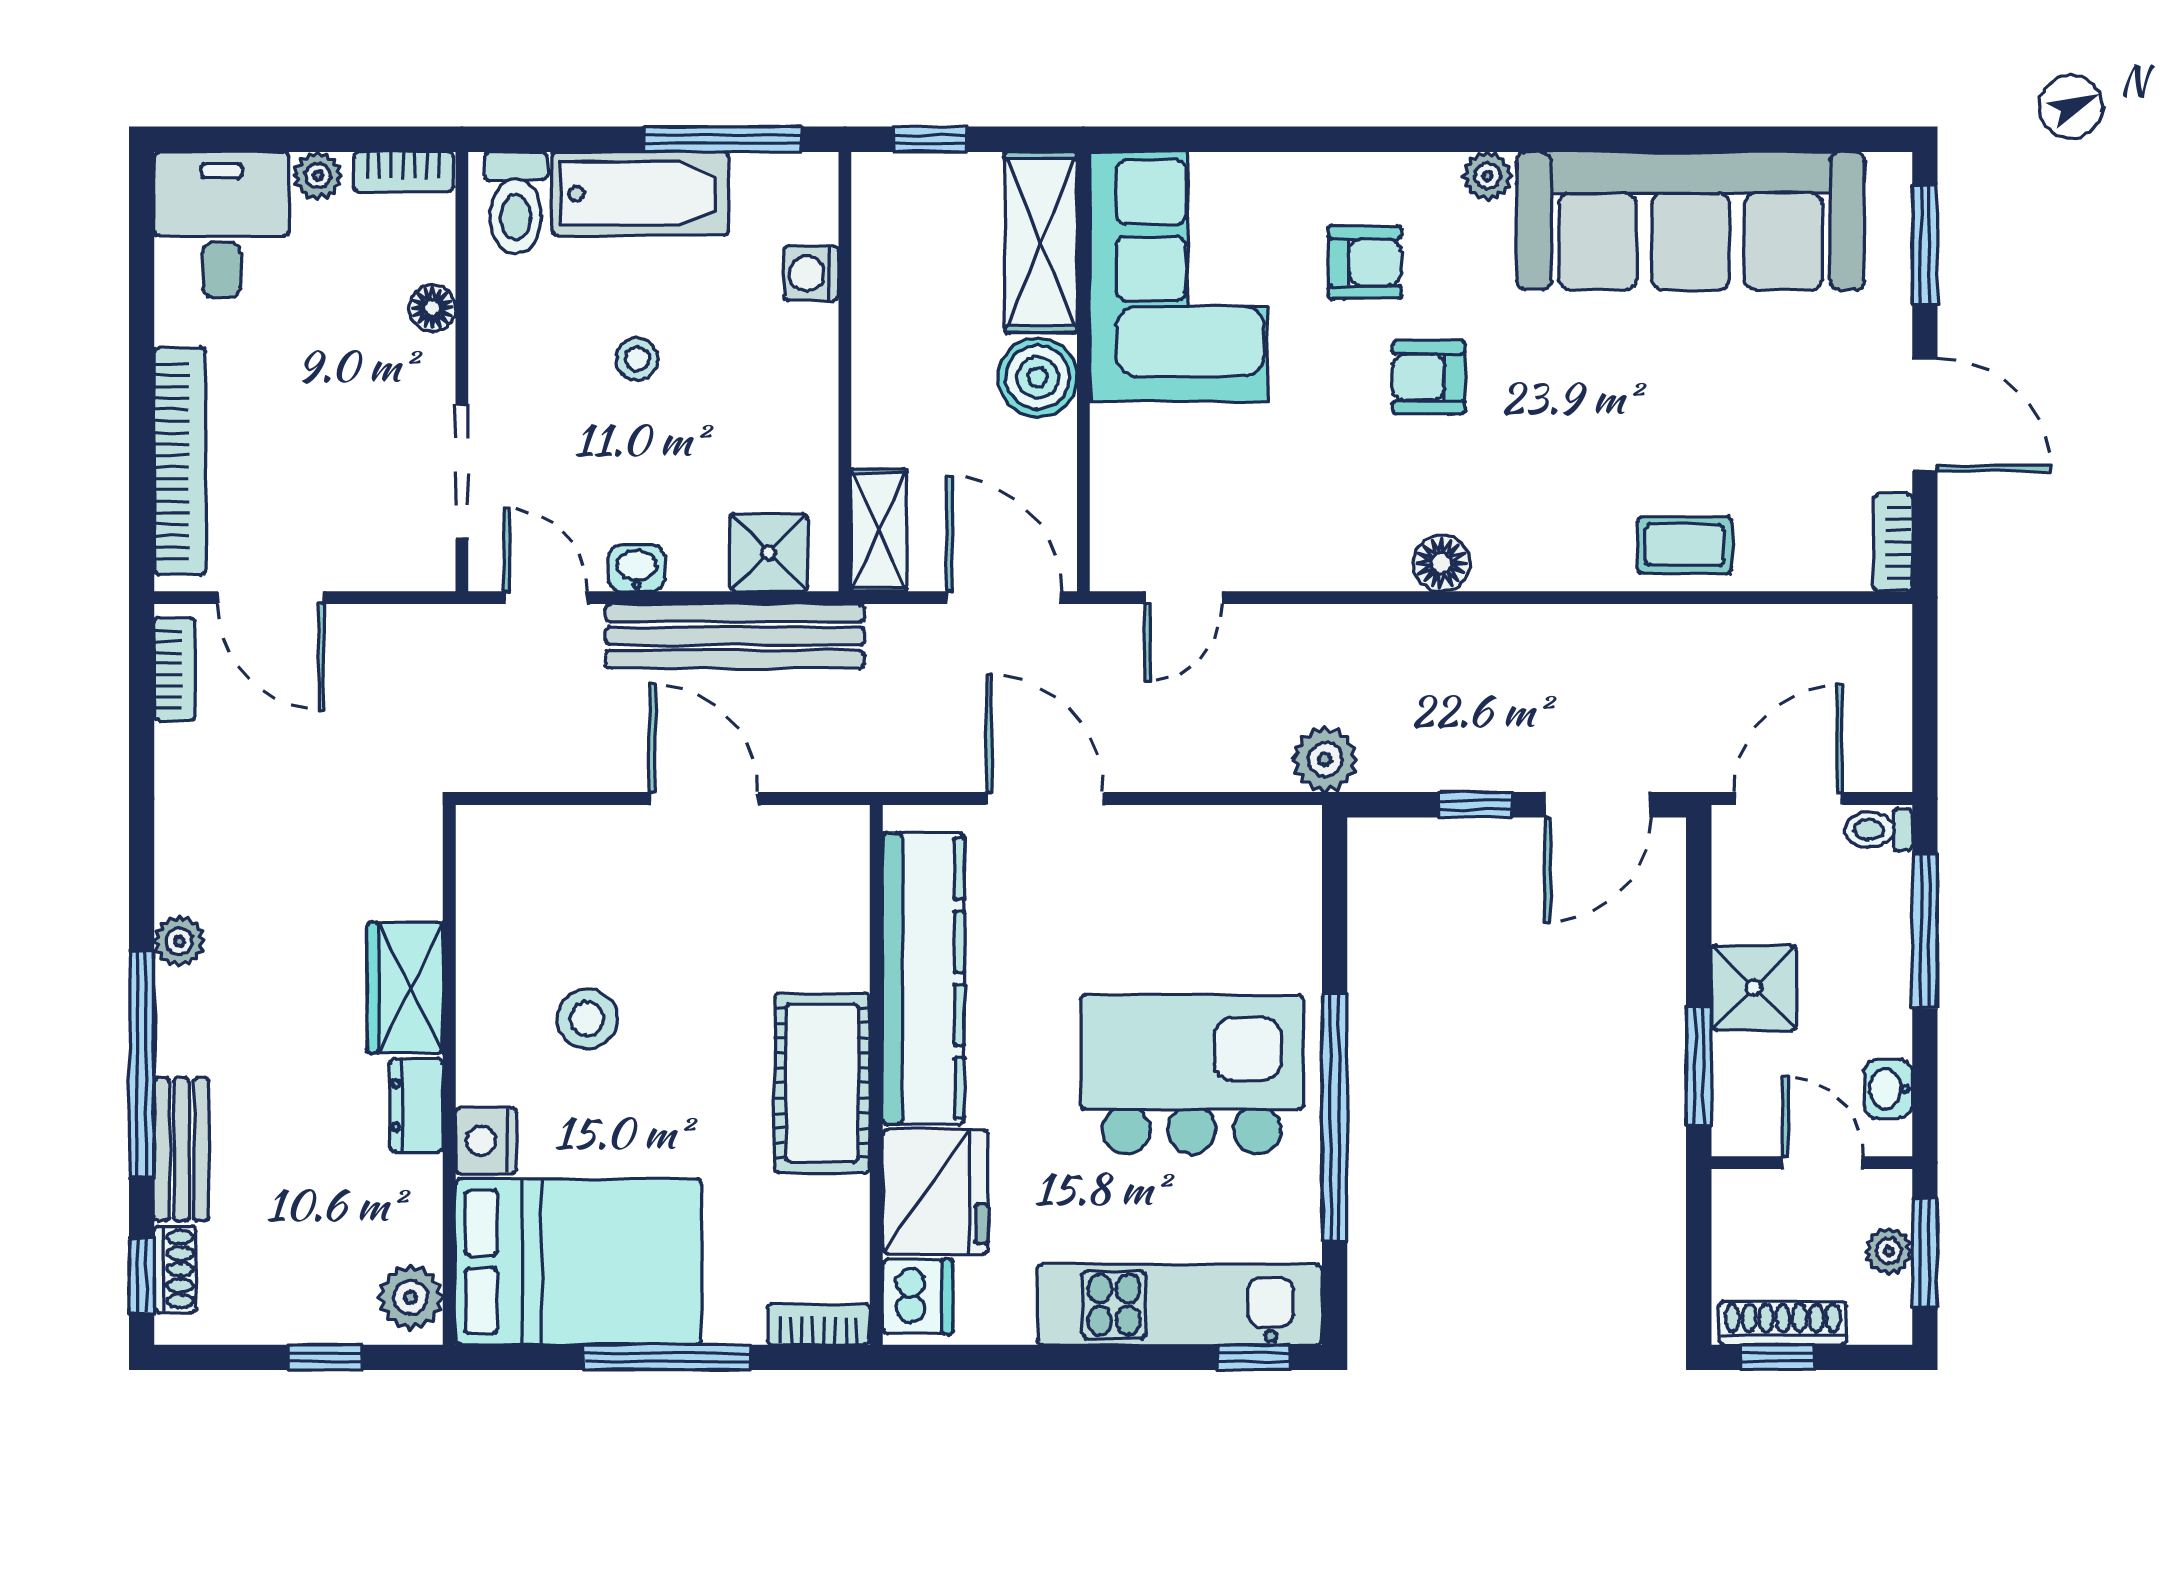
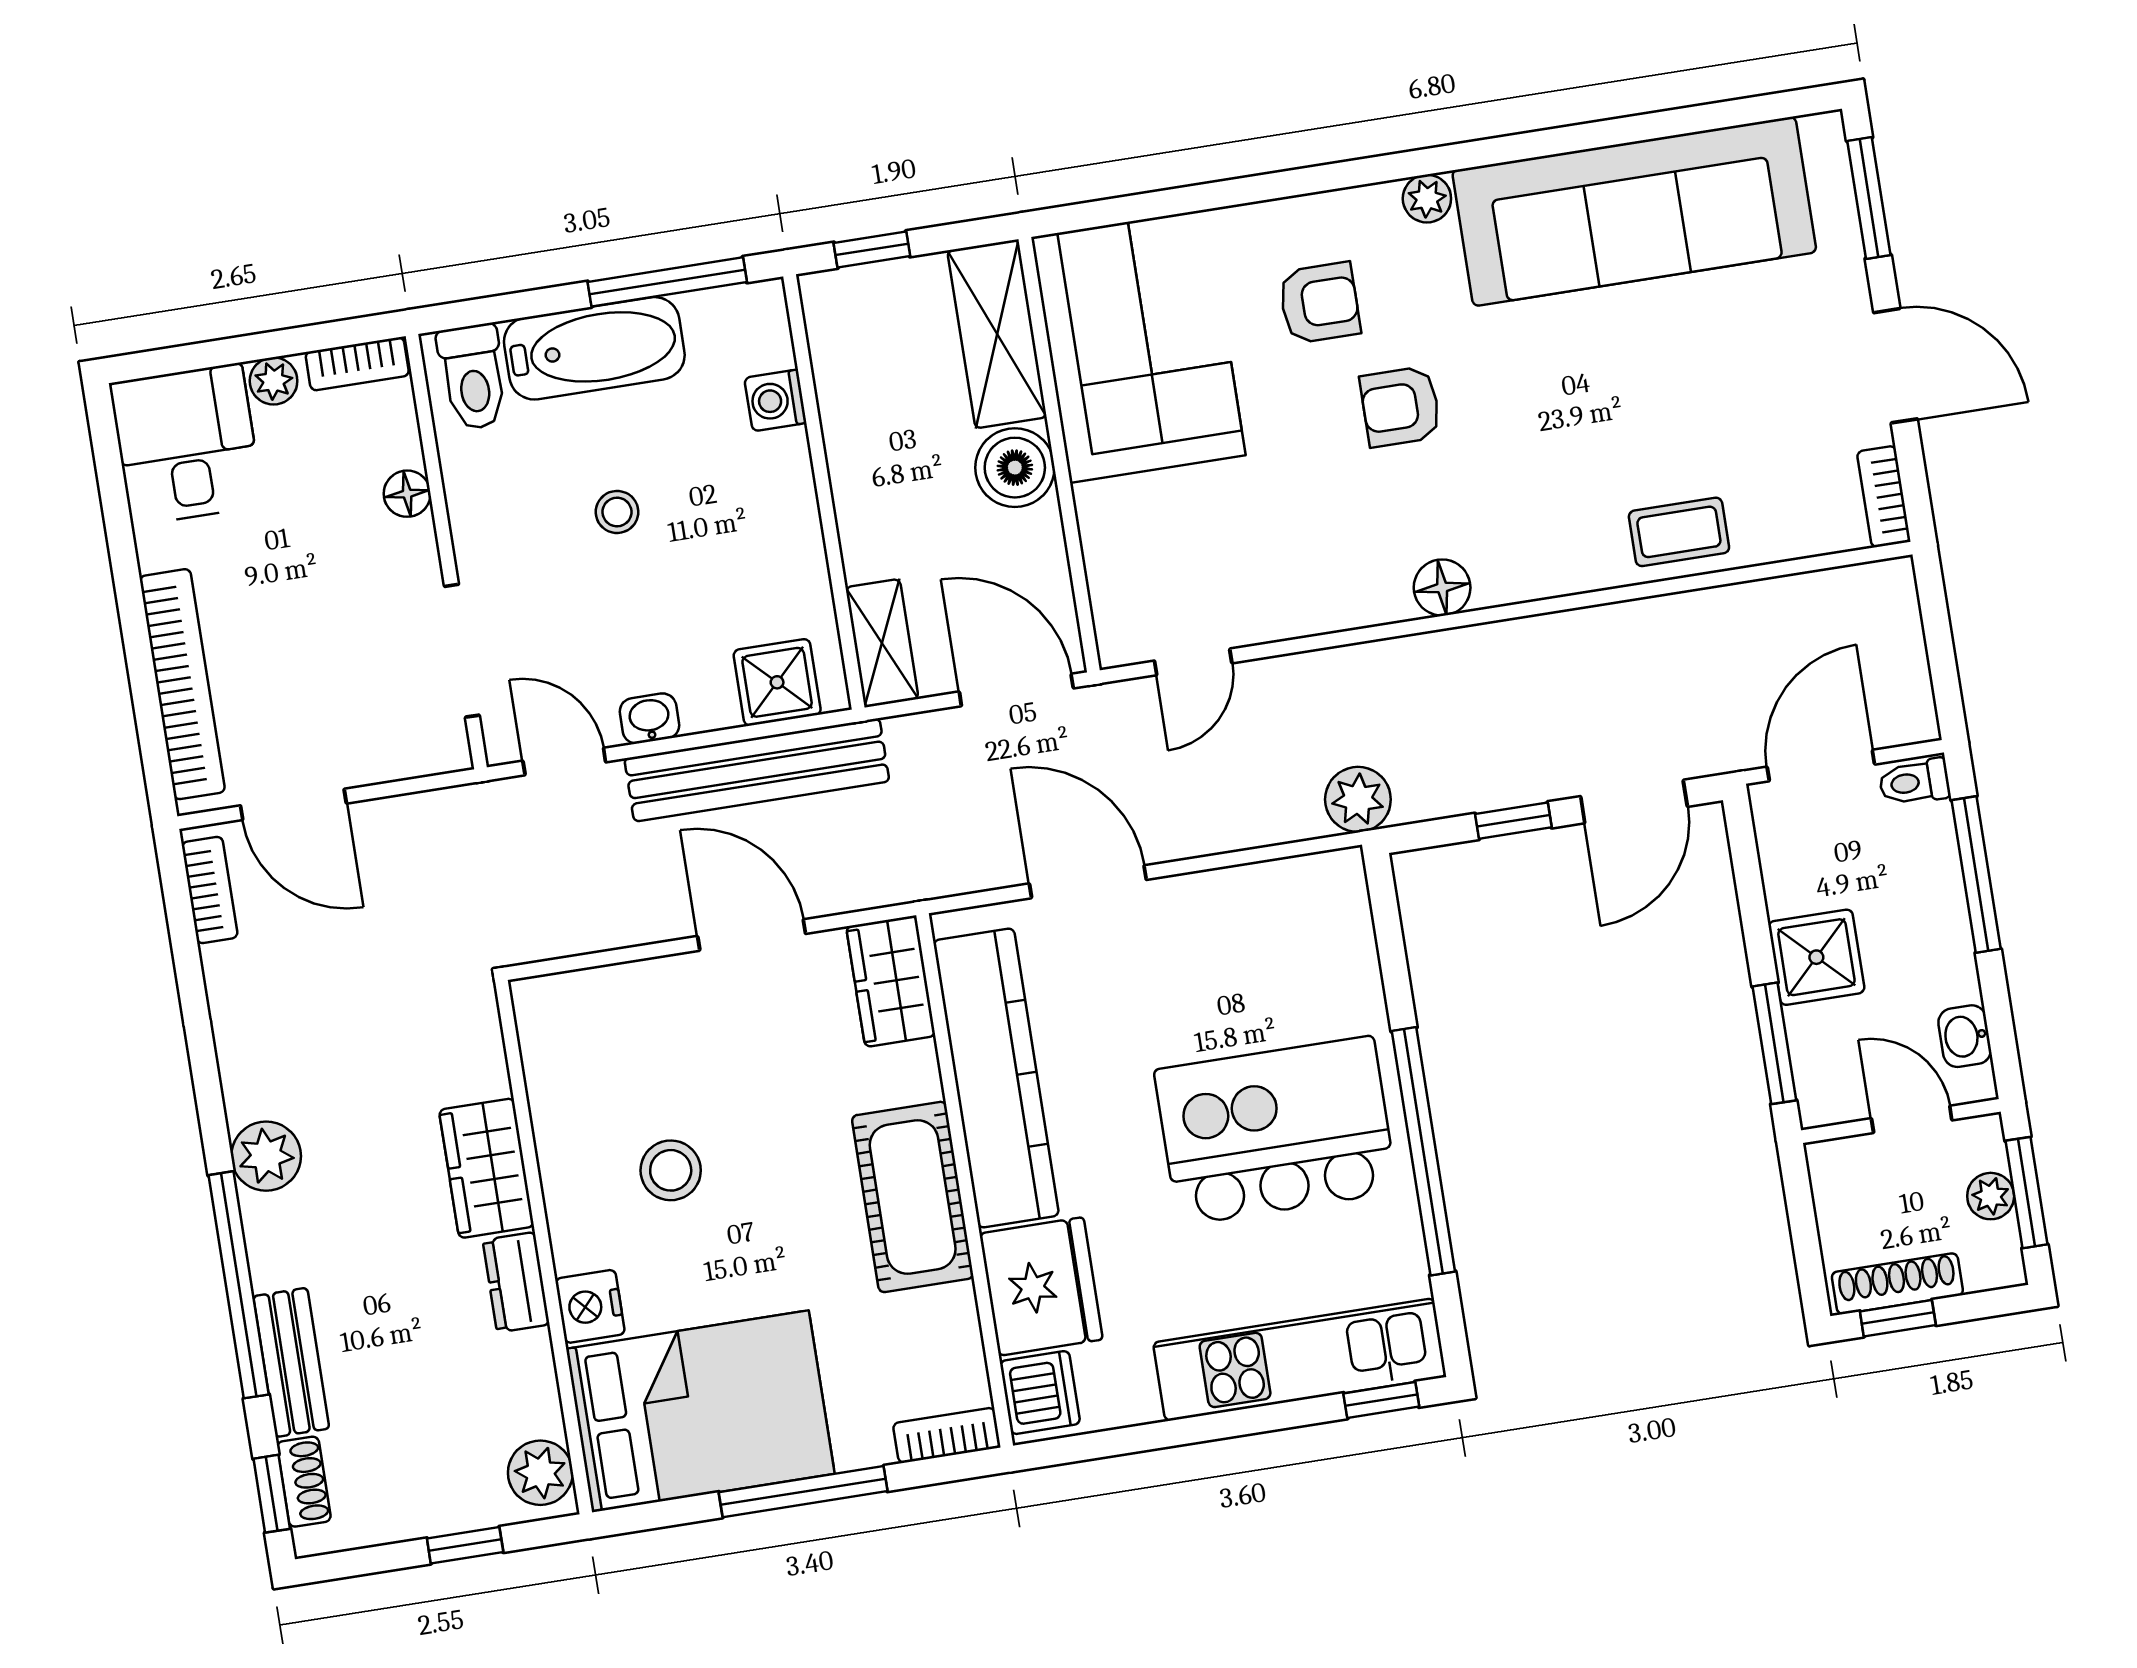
wardrobe: (834, 866) -> (891, 981), added
plant: (179, 941) -> (266, 1156), width x1.38, depth x1.38

